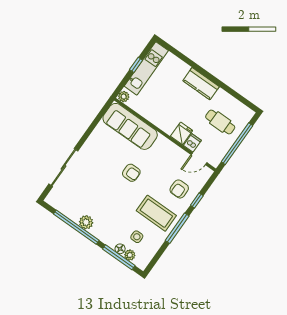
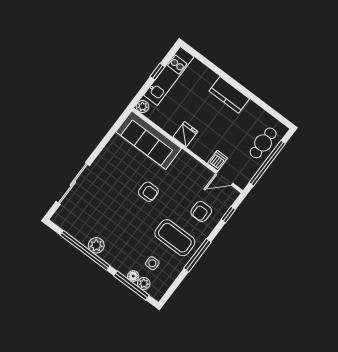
cafe table: (220, 122) -> (263, 143), moved, turned 90
fridge: (182, 133) -> (185, 134), moved
window: (197, 200) -> (228, 215), moved

